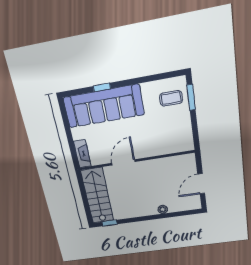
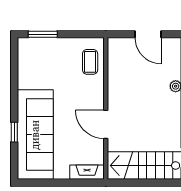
coffee table: (171, 98) -> (90, 62), moved

